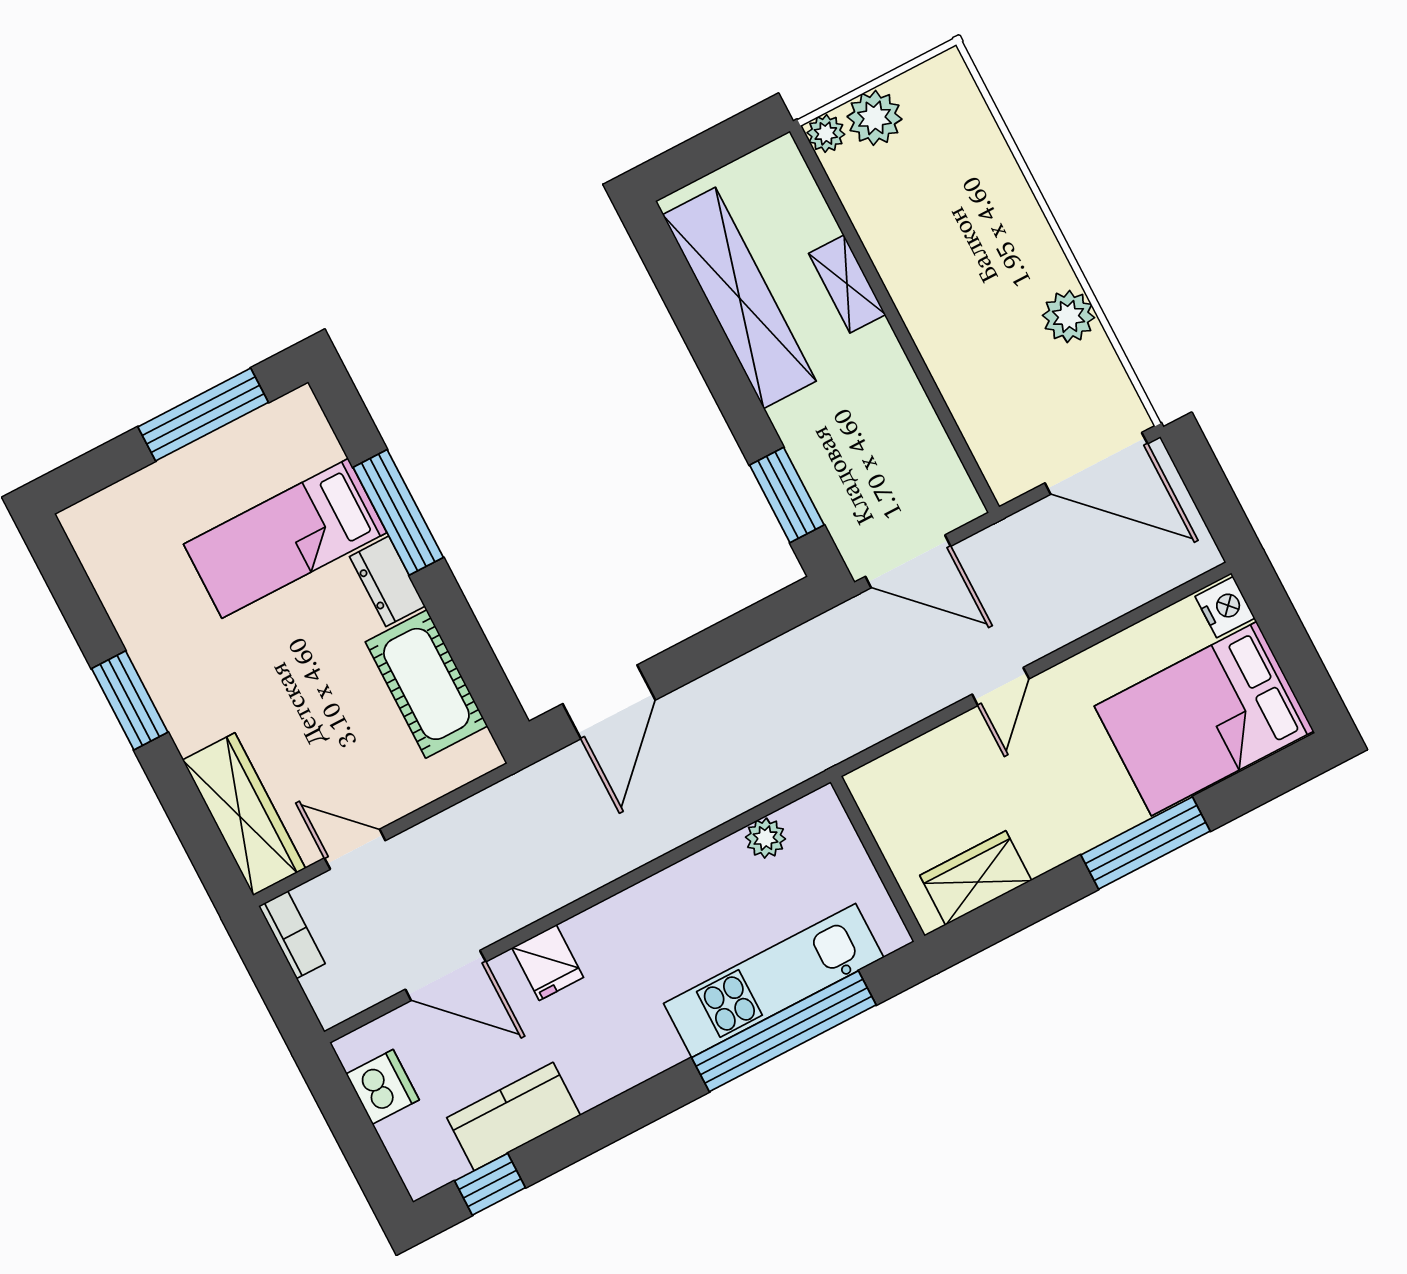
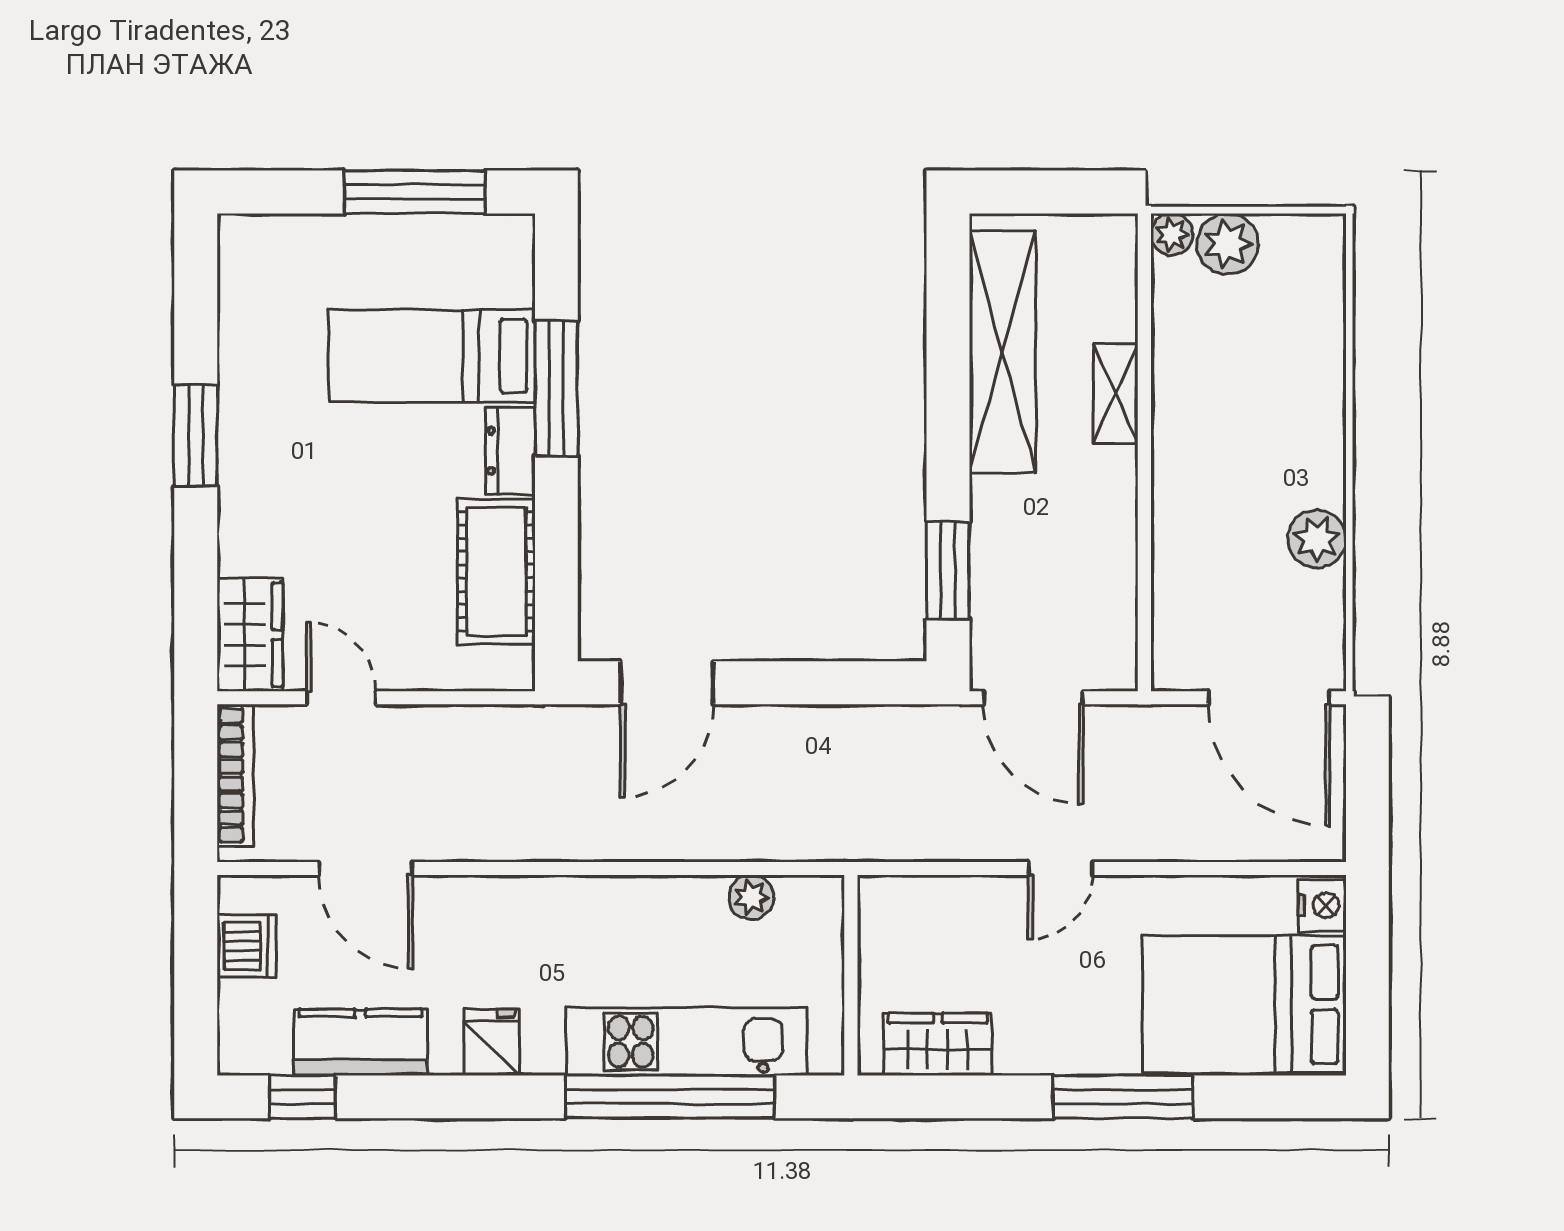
wardrobe: (244, 814) -> (250, 635), width x0.67
bookcase: (292, 935) -> (235, 775), width x1.56
fridge: (548, 962) -> (492, 1042), moved, turned 180

